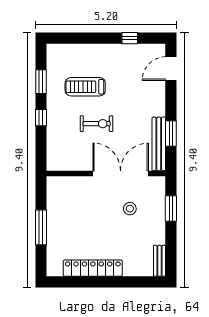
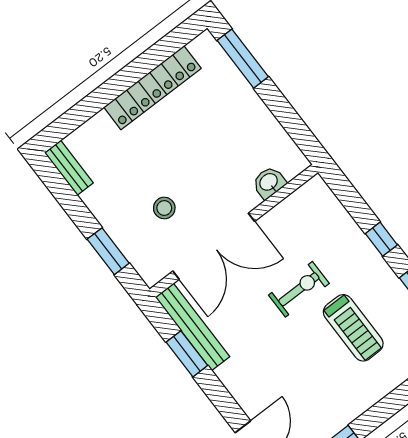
treadmill: (85, 87) -> (353, 328), turned 90
exercise bike: (97, 124) -> (299, 289), turned 180
washbasin: (73, 183) -> (269, 182), added
window: (41, 227) -> (243, 59), moved

